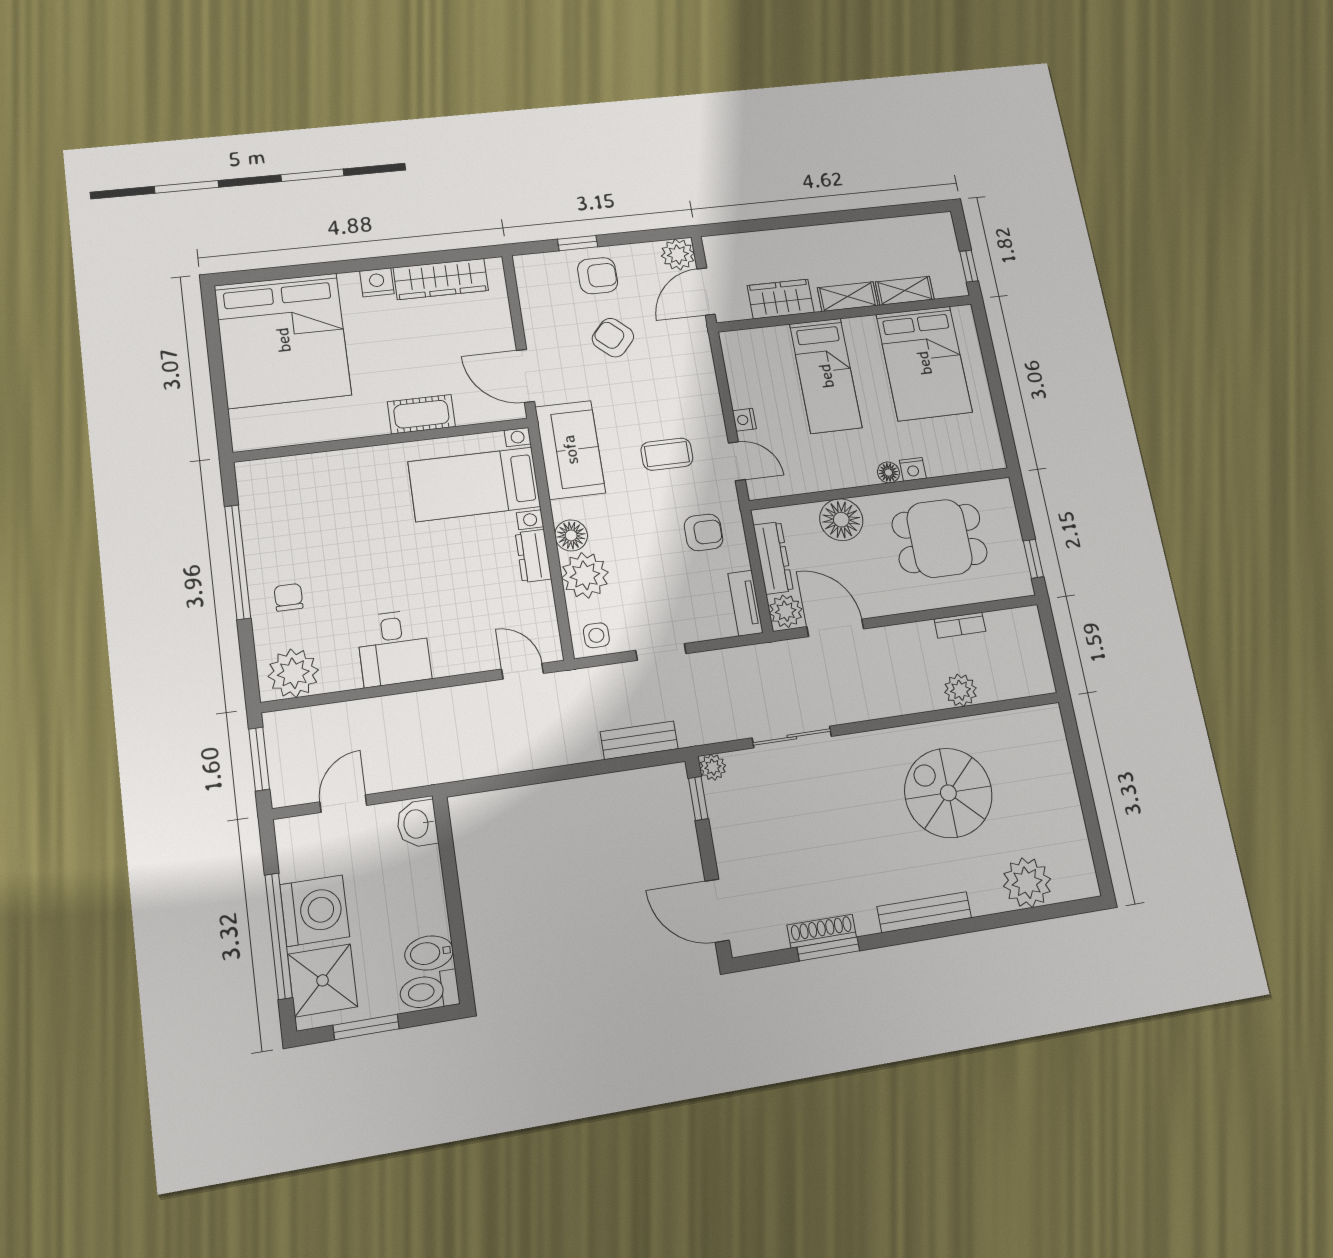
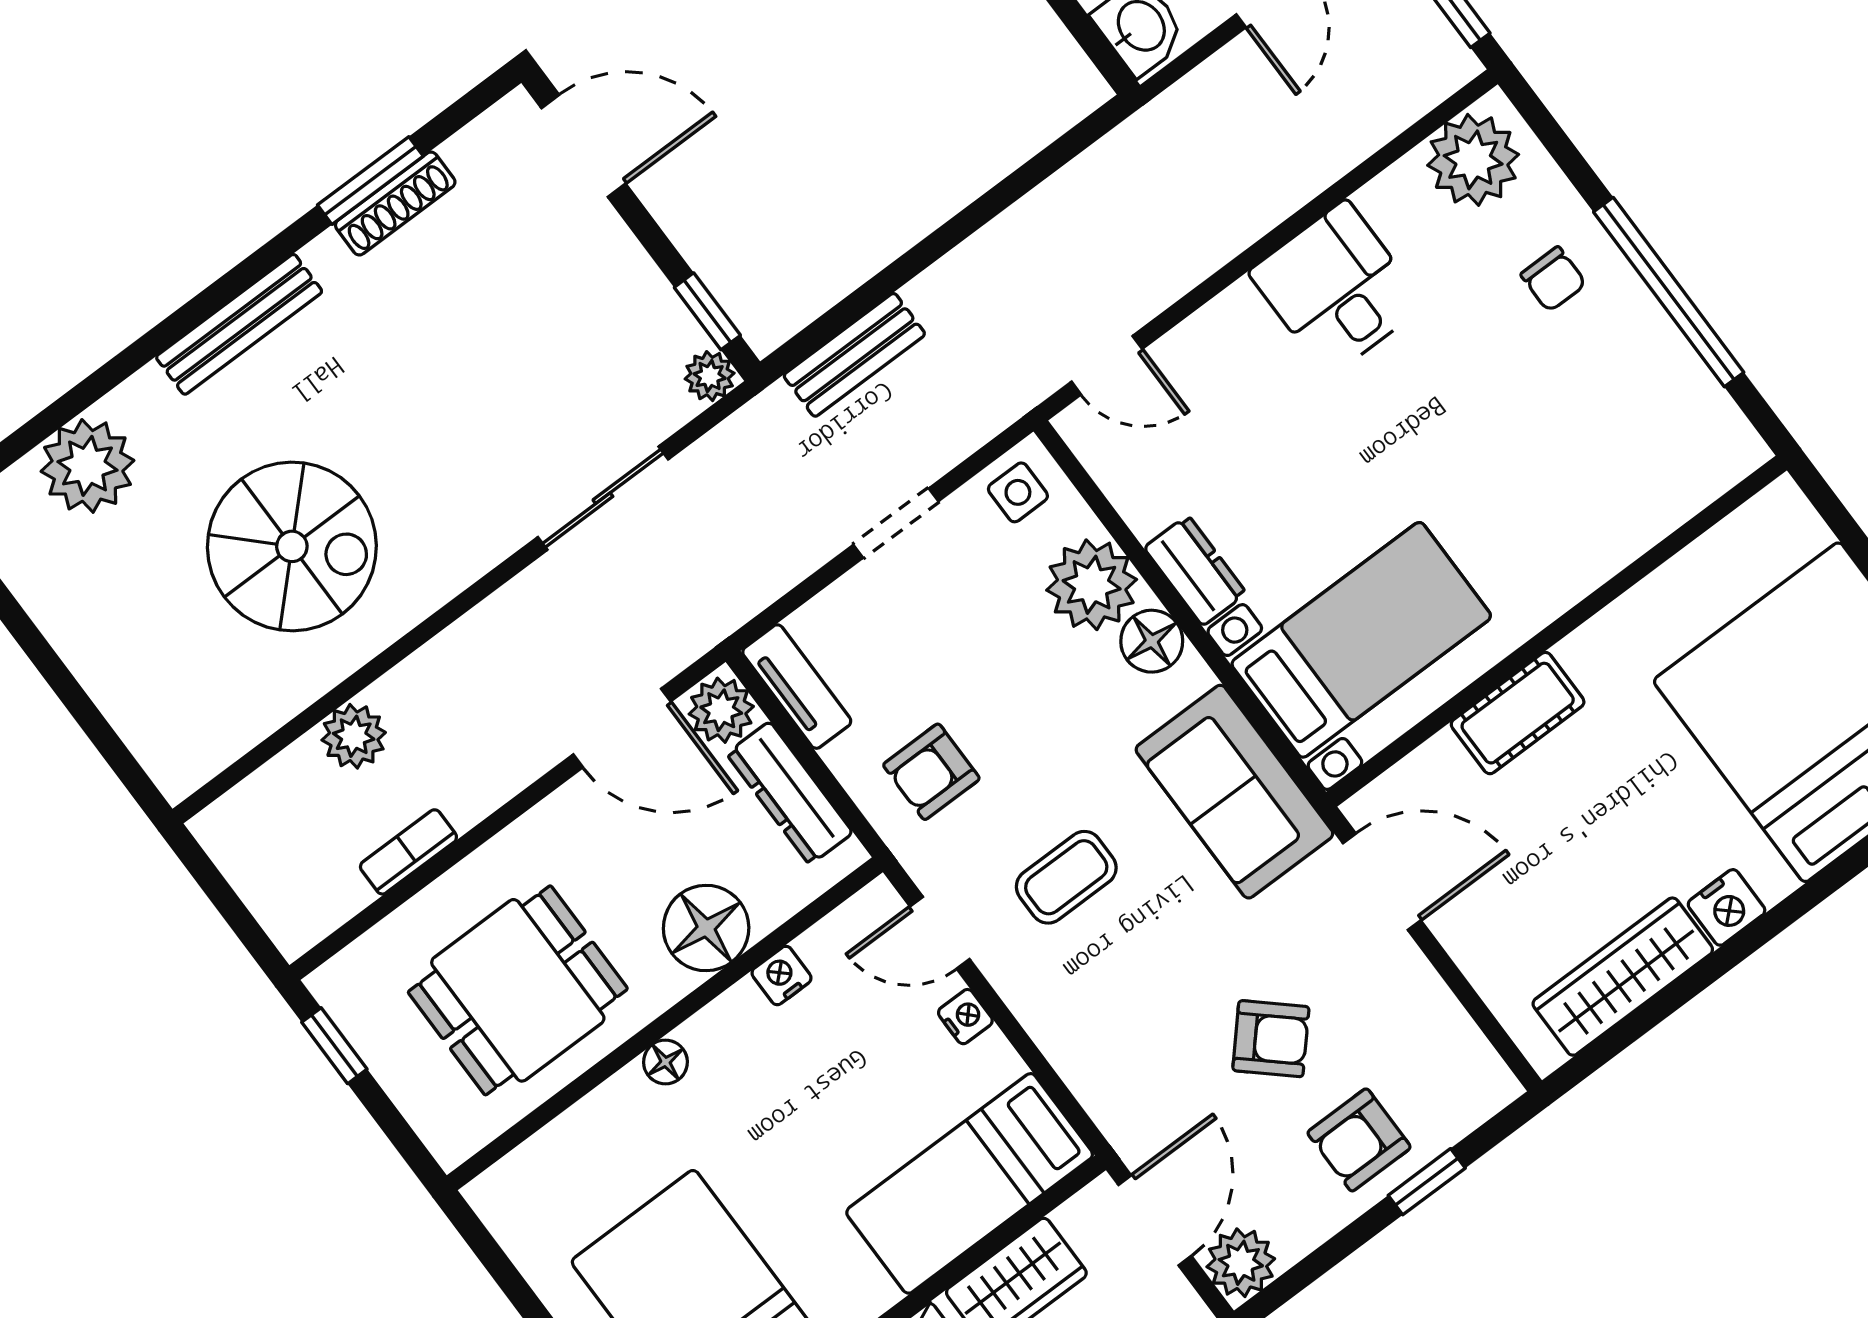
bed: (826, 376) -> (970, 1183), moved, turned -90
nightstand: (913, 469) -> (782, 975), moved

